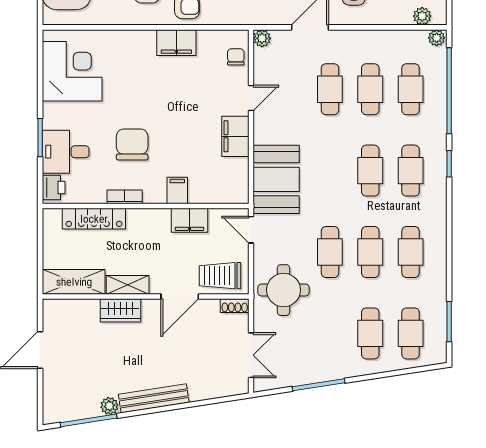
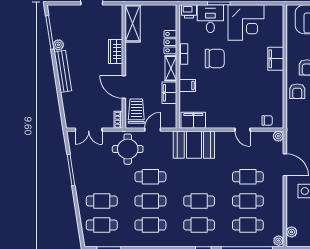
filing cabinet: (176, 43) -> (276, 59), moved
corner desk: (72, 71) -> (246, 23), moved
filing cabinet: (235, 136) -> (193, 120), moved
locker: (94, 219) -> (170, 42), width x0.66
door: (251, 230) -> (153, 130), moved
shelving: (128, 285) -> (171, 68), moved

